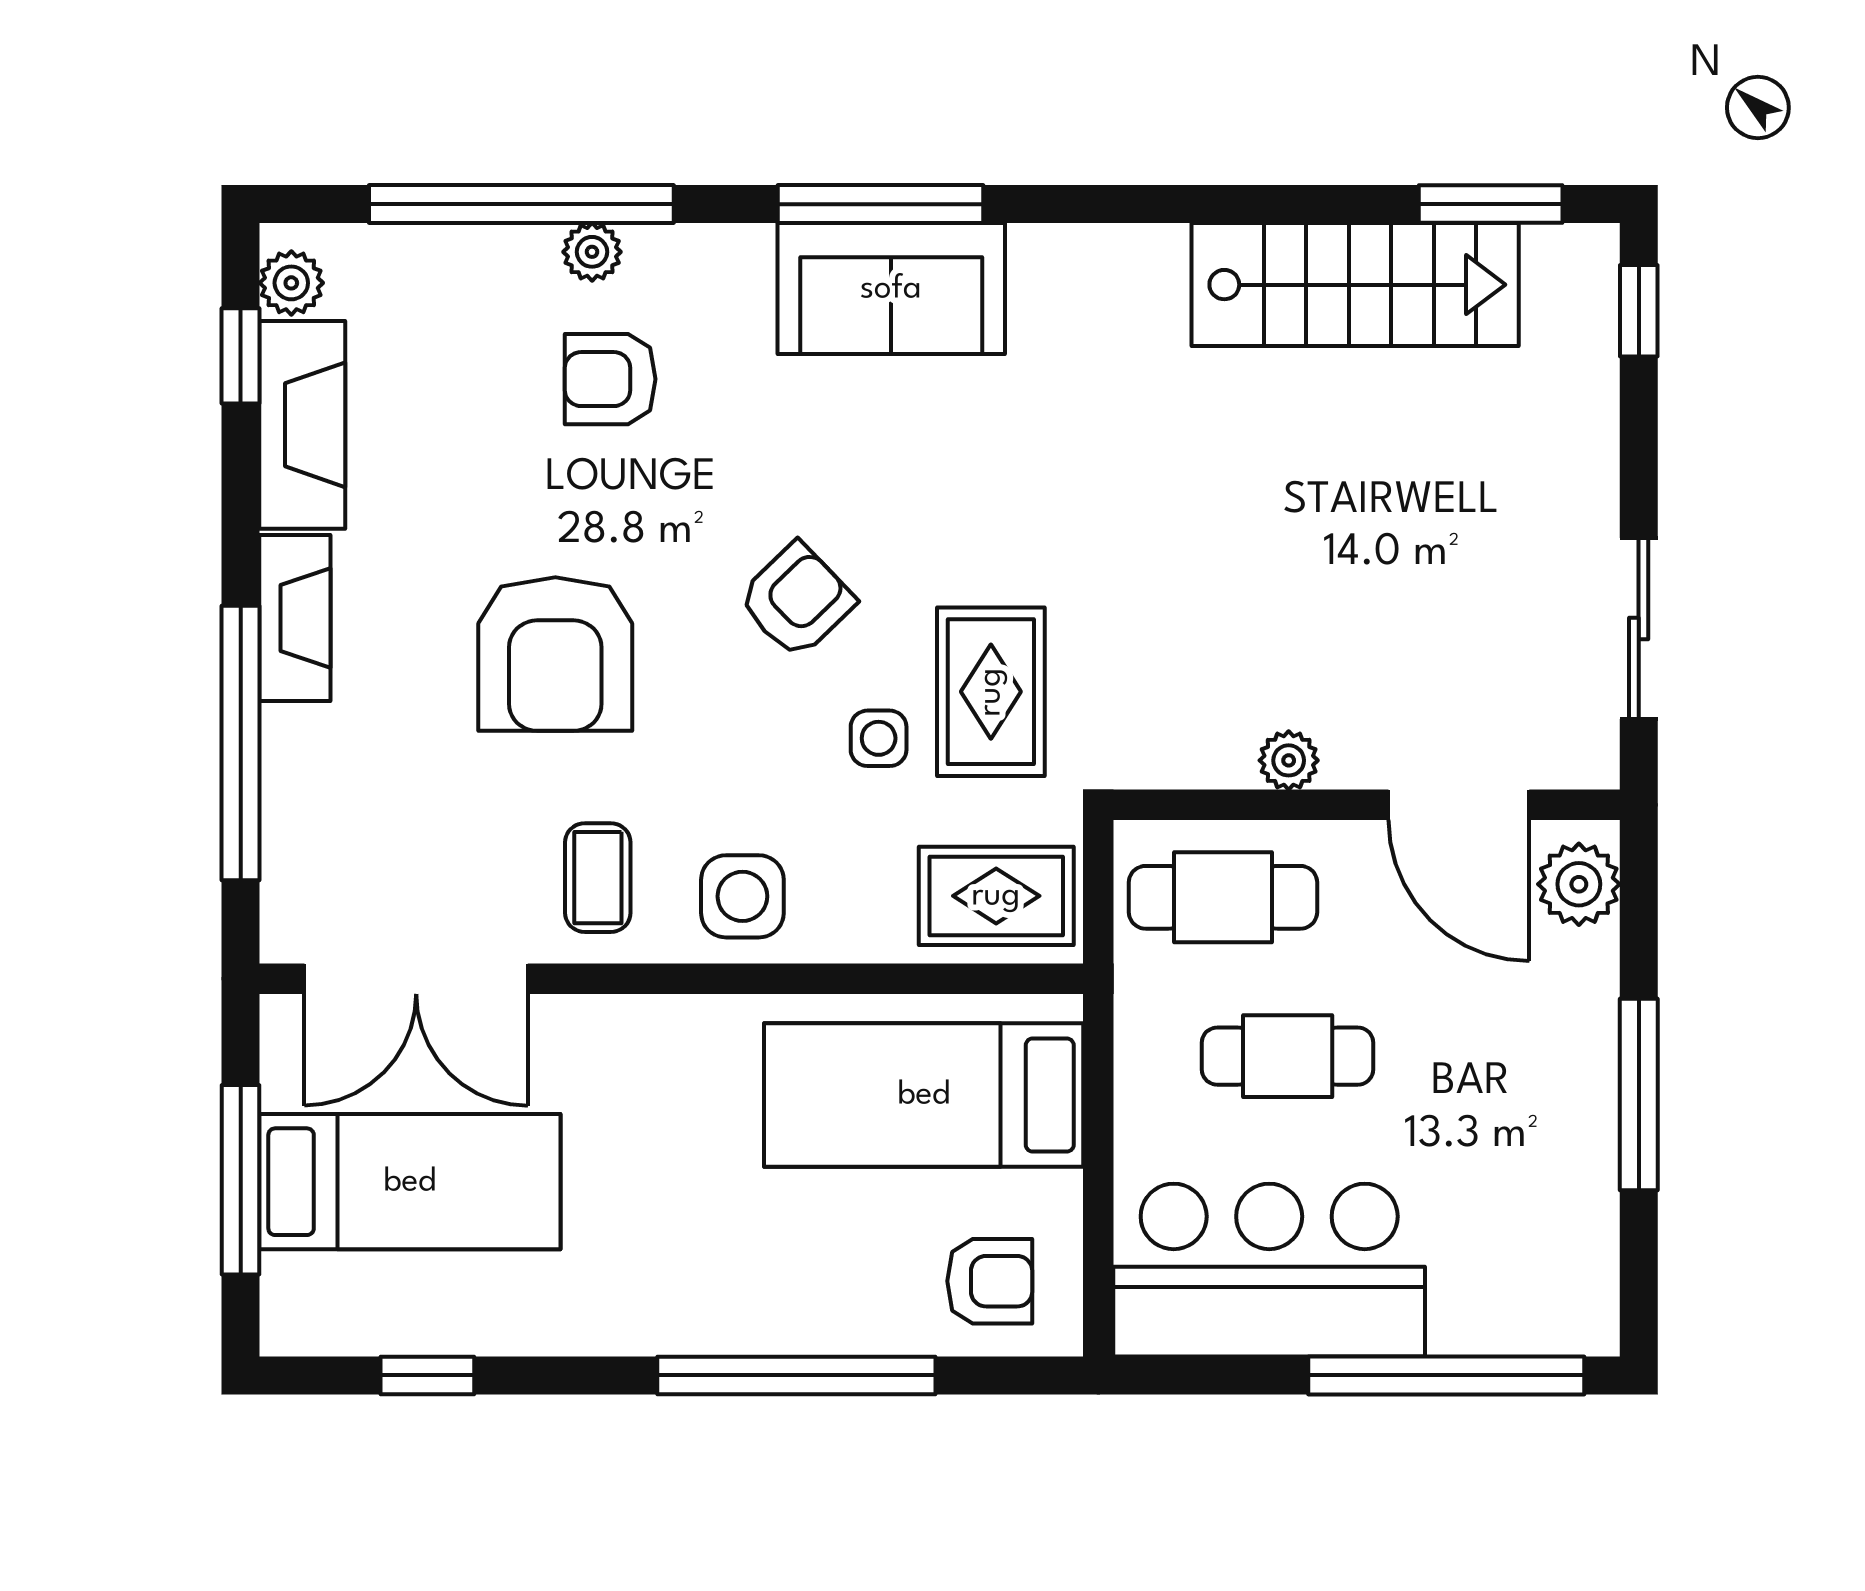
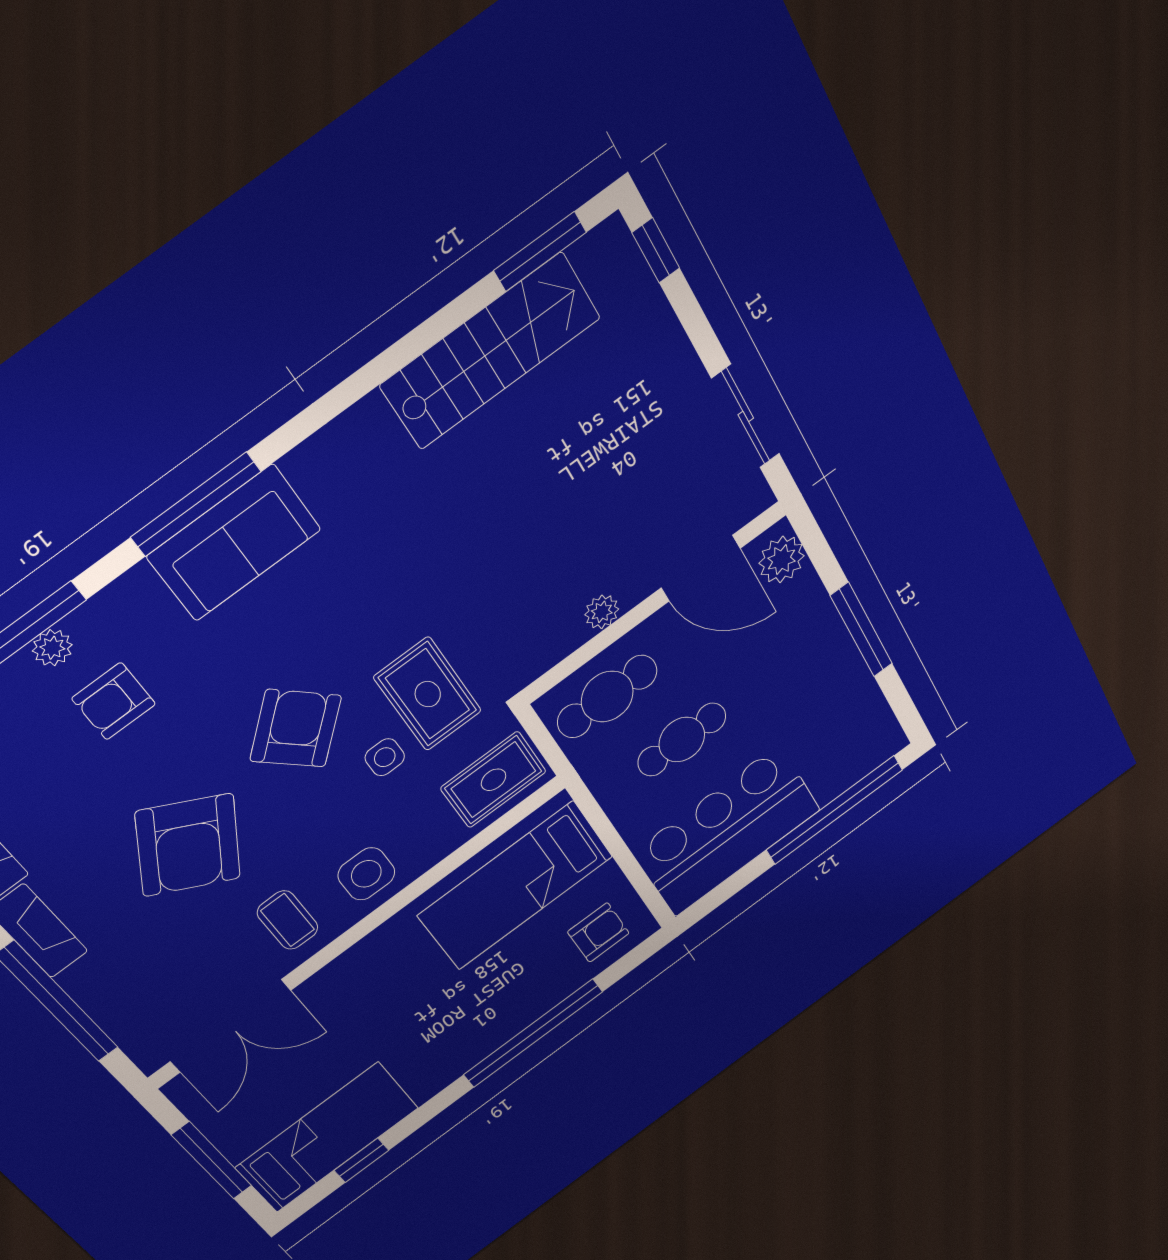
armchair: (796, 600) -> (296, 728), width x1.38, depth x1.38
armchair: (555, 654) -> (188, 845), turned 30
bed: (410, 1182) -> (327, 1138), moved

